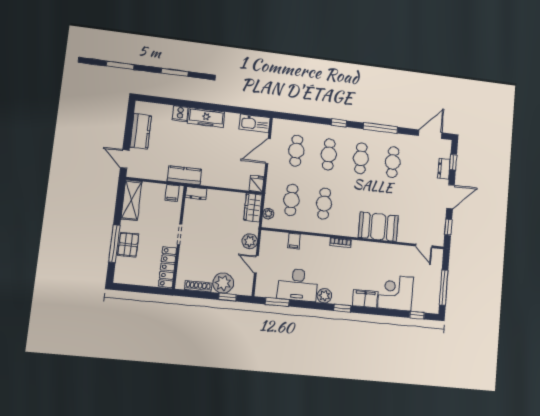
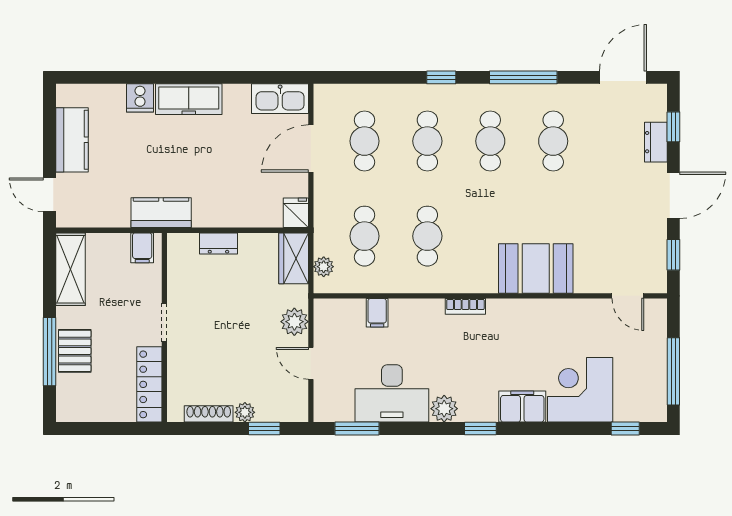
dresser: (196, 193) -> (218, 243), moved
plant: (223, 283) -> (245, 412), width x0.53, depth x0.53

